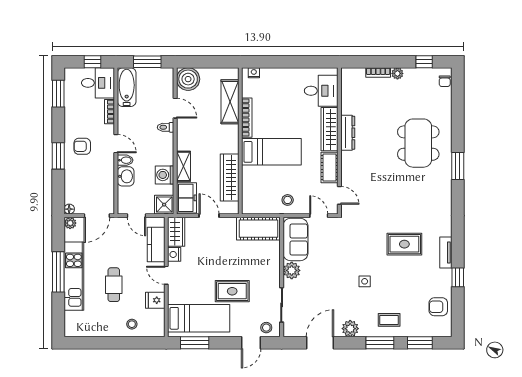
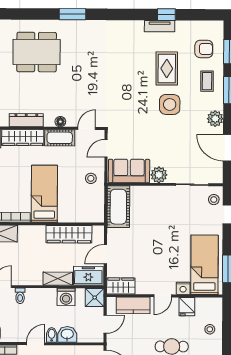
window: (458, 166) -> (73, 14), moved
floor lamp: (346, 168) -> (60, 122), added
rug: (404, 244) -> (167, 68), moved
tv unit: (446, 252) -> (160, 26), moved
nightstand: (174, 254) -> (183, 288), moved
side table: (365, 281) -> (170, 104), width x1.87, depth x1.87
rug: (232, 291) -> (179, 232), removed
armchair: (438, 307) -> (204, 49), moved, turned -90

